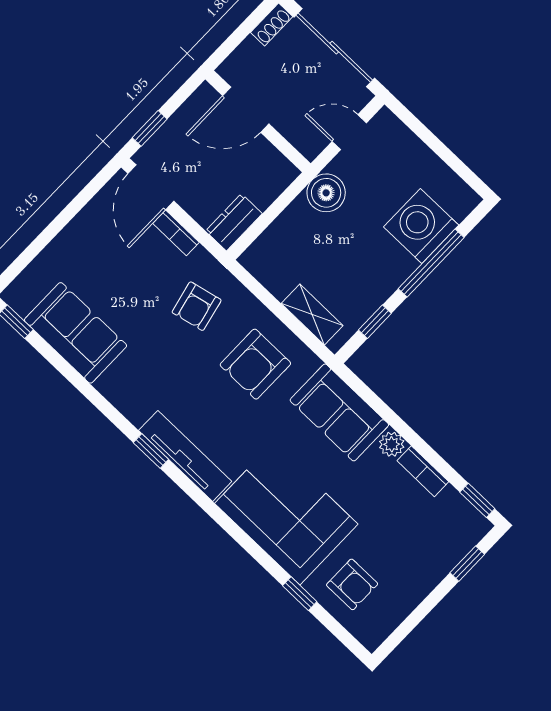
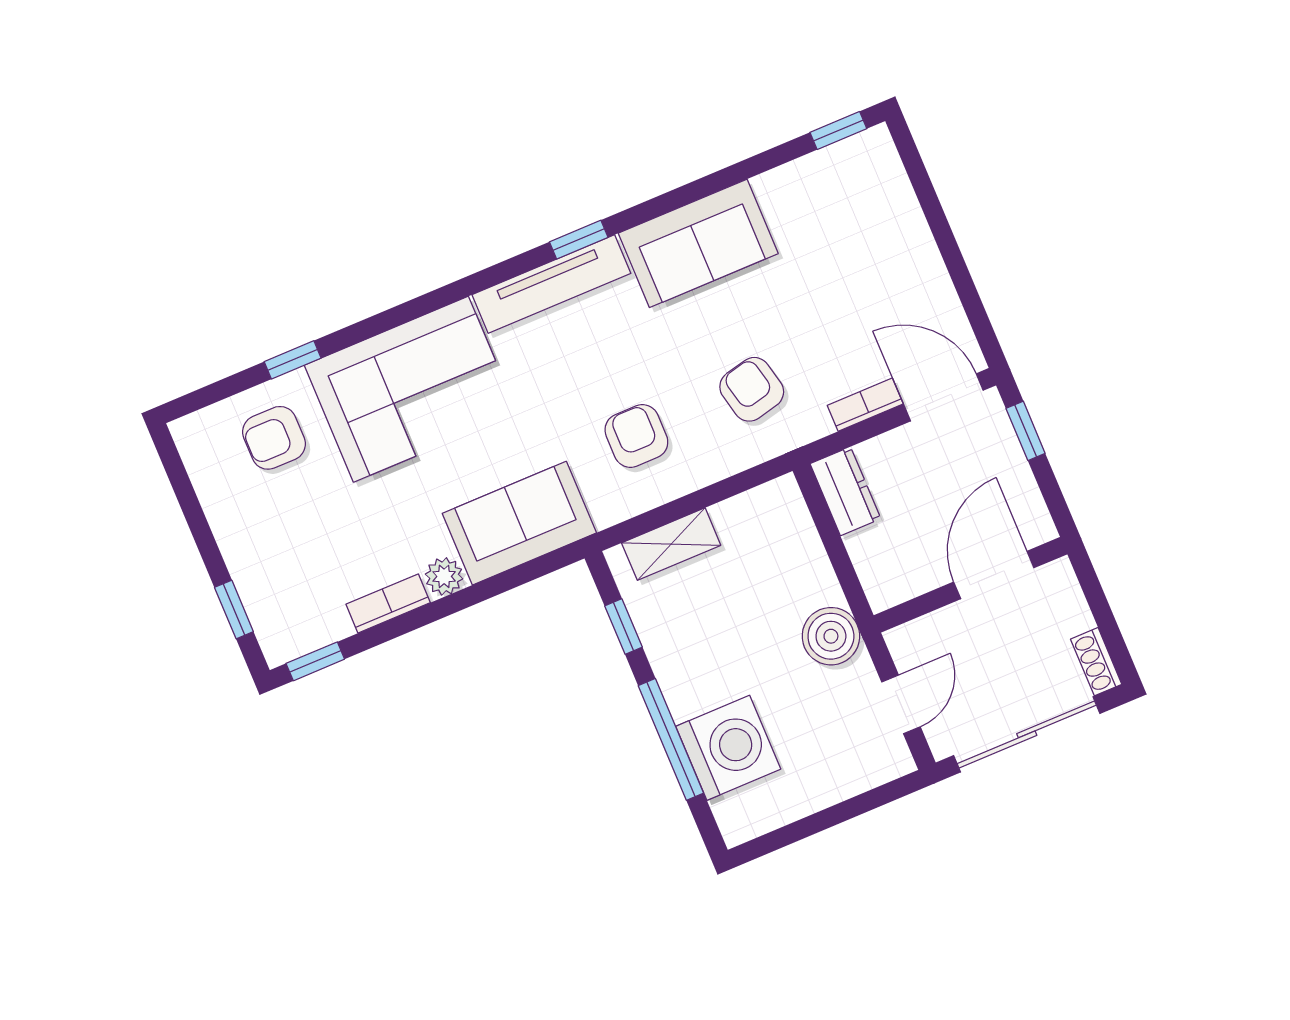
sofa: (76, 333) -> (698, 243), moved
armchair: (255, 364) -> (636, 436), width x0.72, depth x0.72

